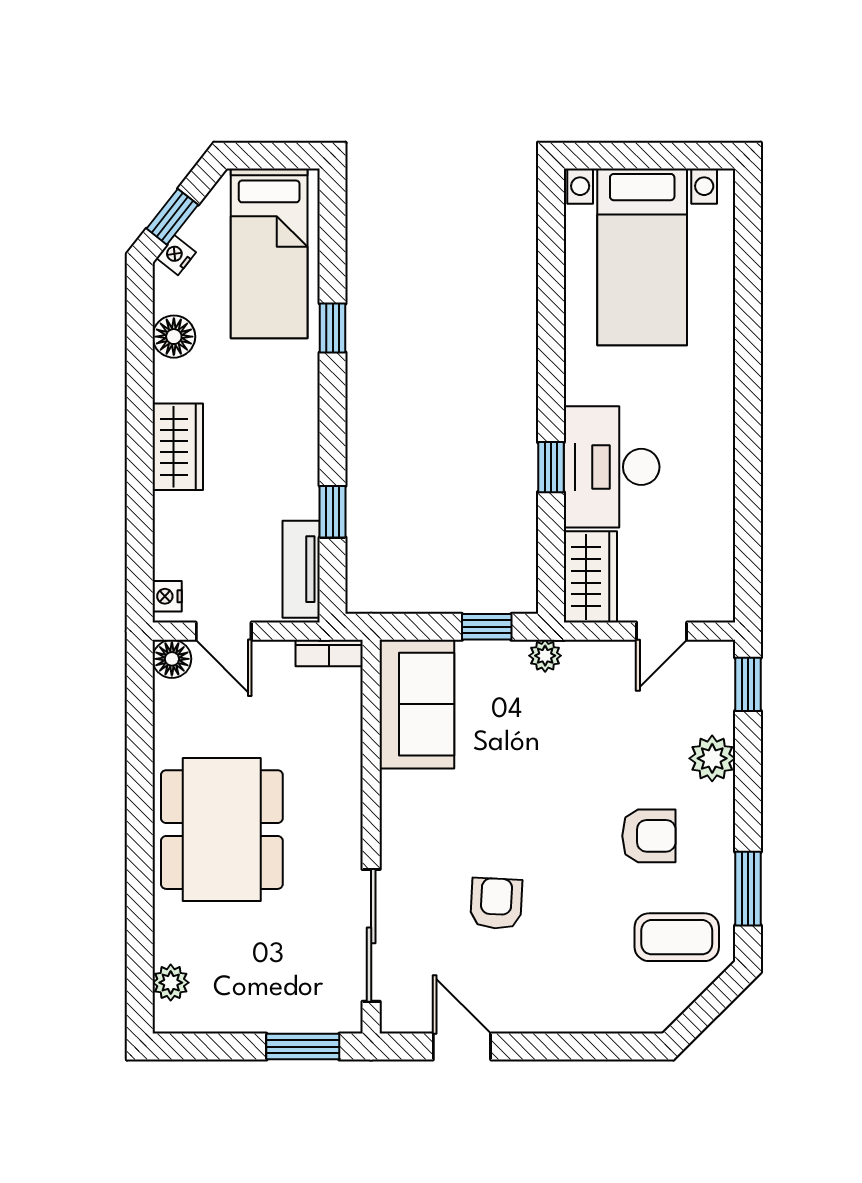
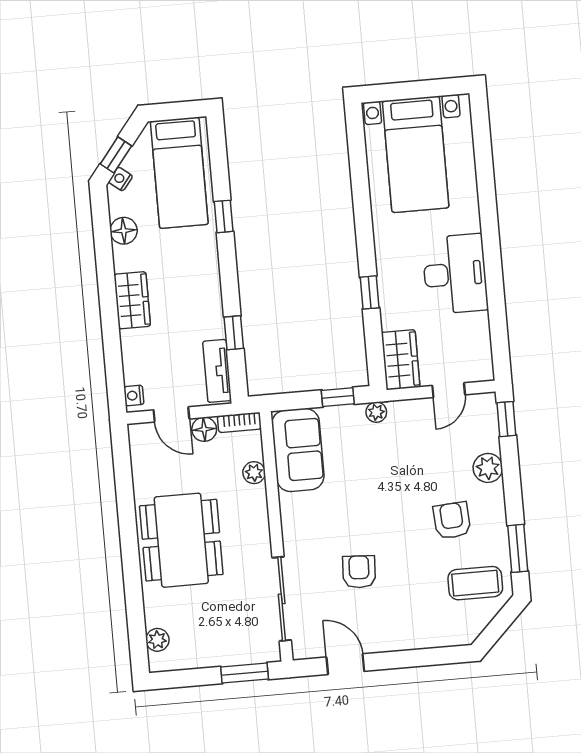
desk: (612, 467) -> (455, 274), moved, turned 180
floor lamp: (172, 659) -> (204, 429), moved
plant: (345, 734) -> (254, 473), added
armchair: (649, 836) -> (452, 520), turned -94

